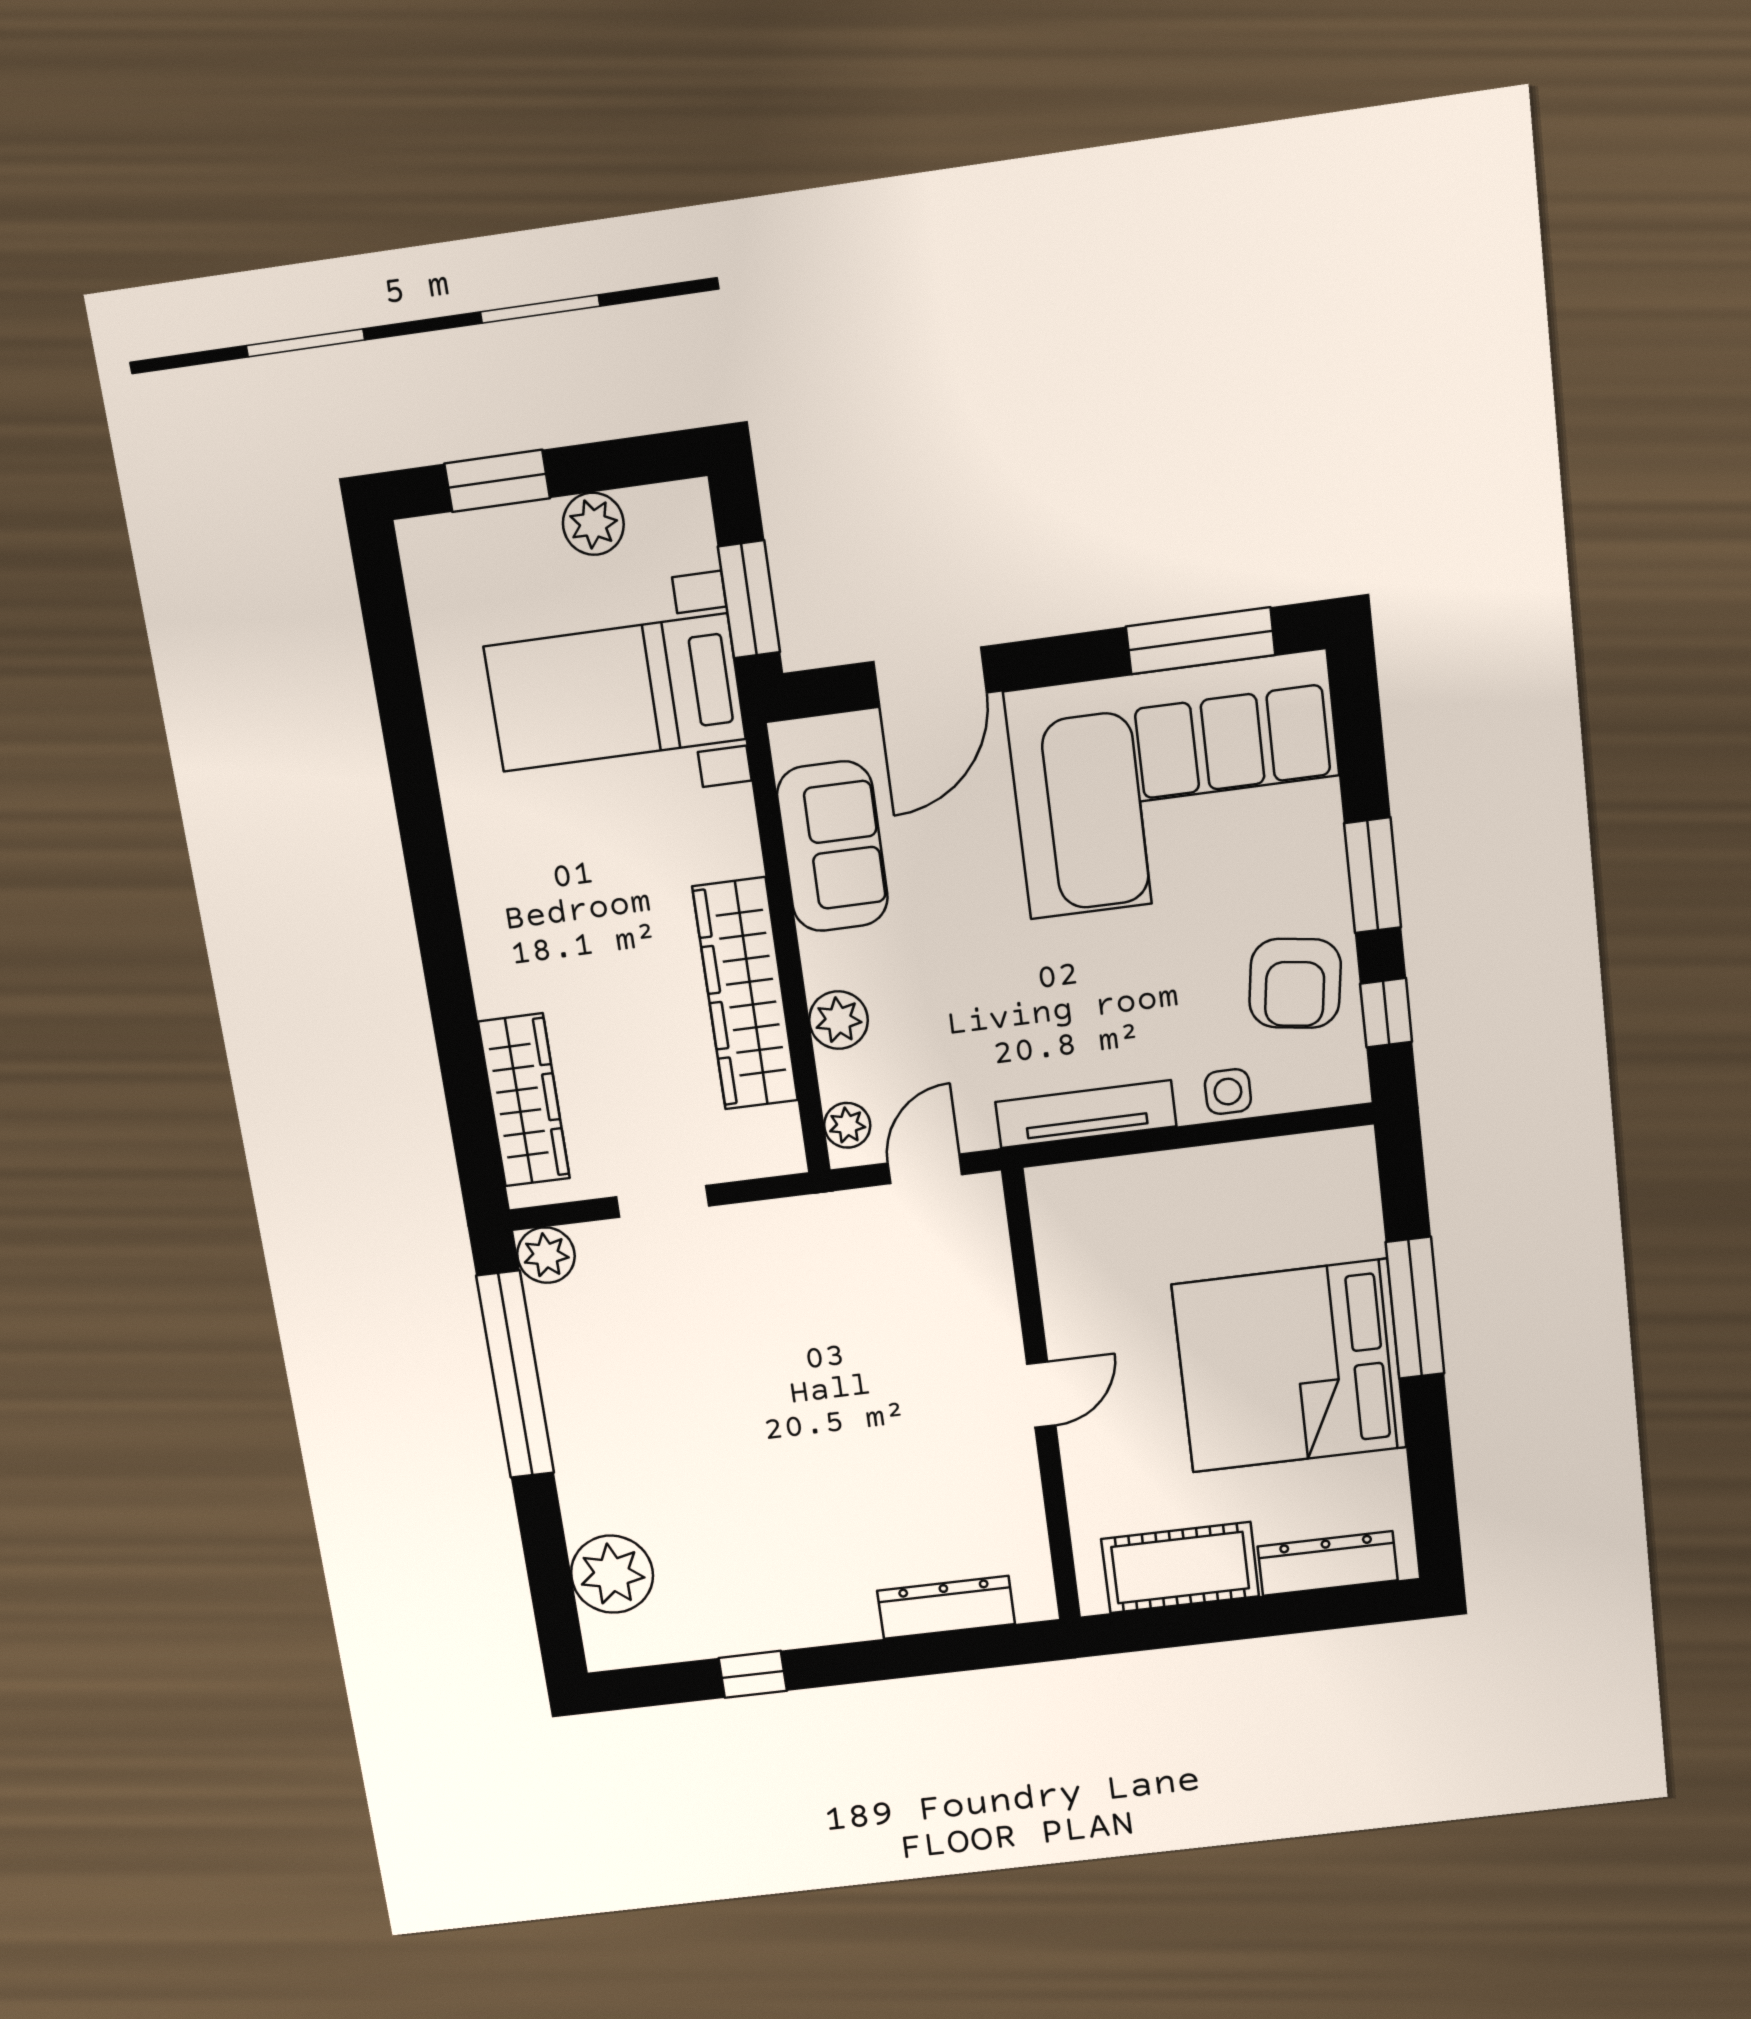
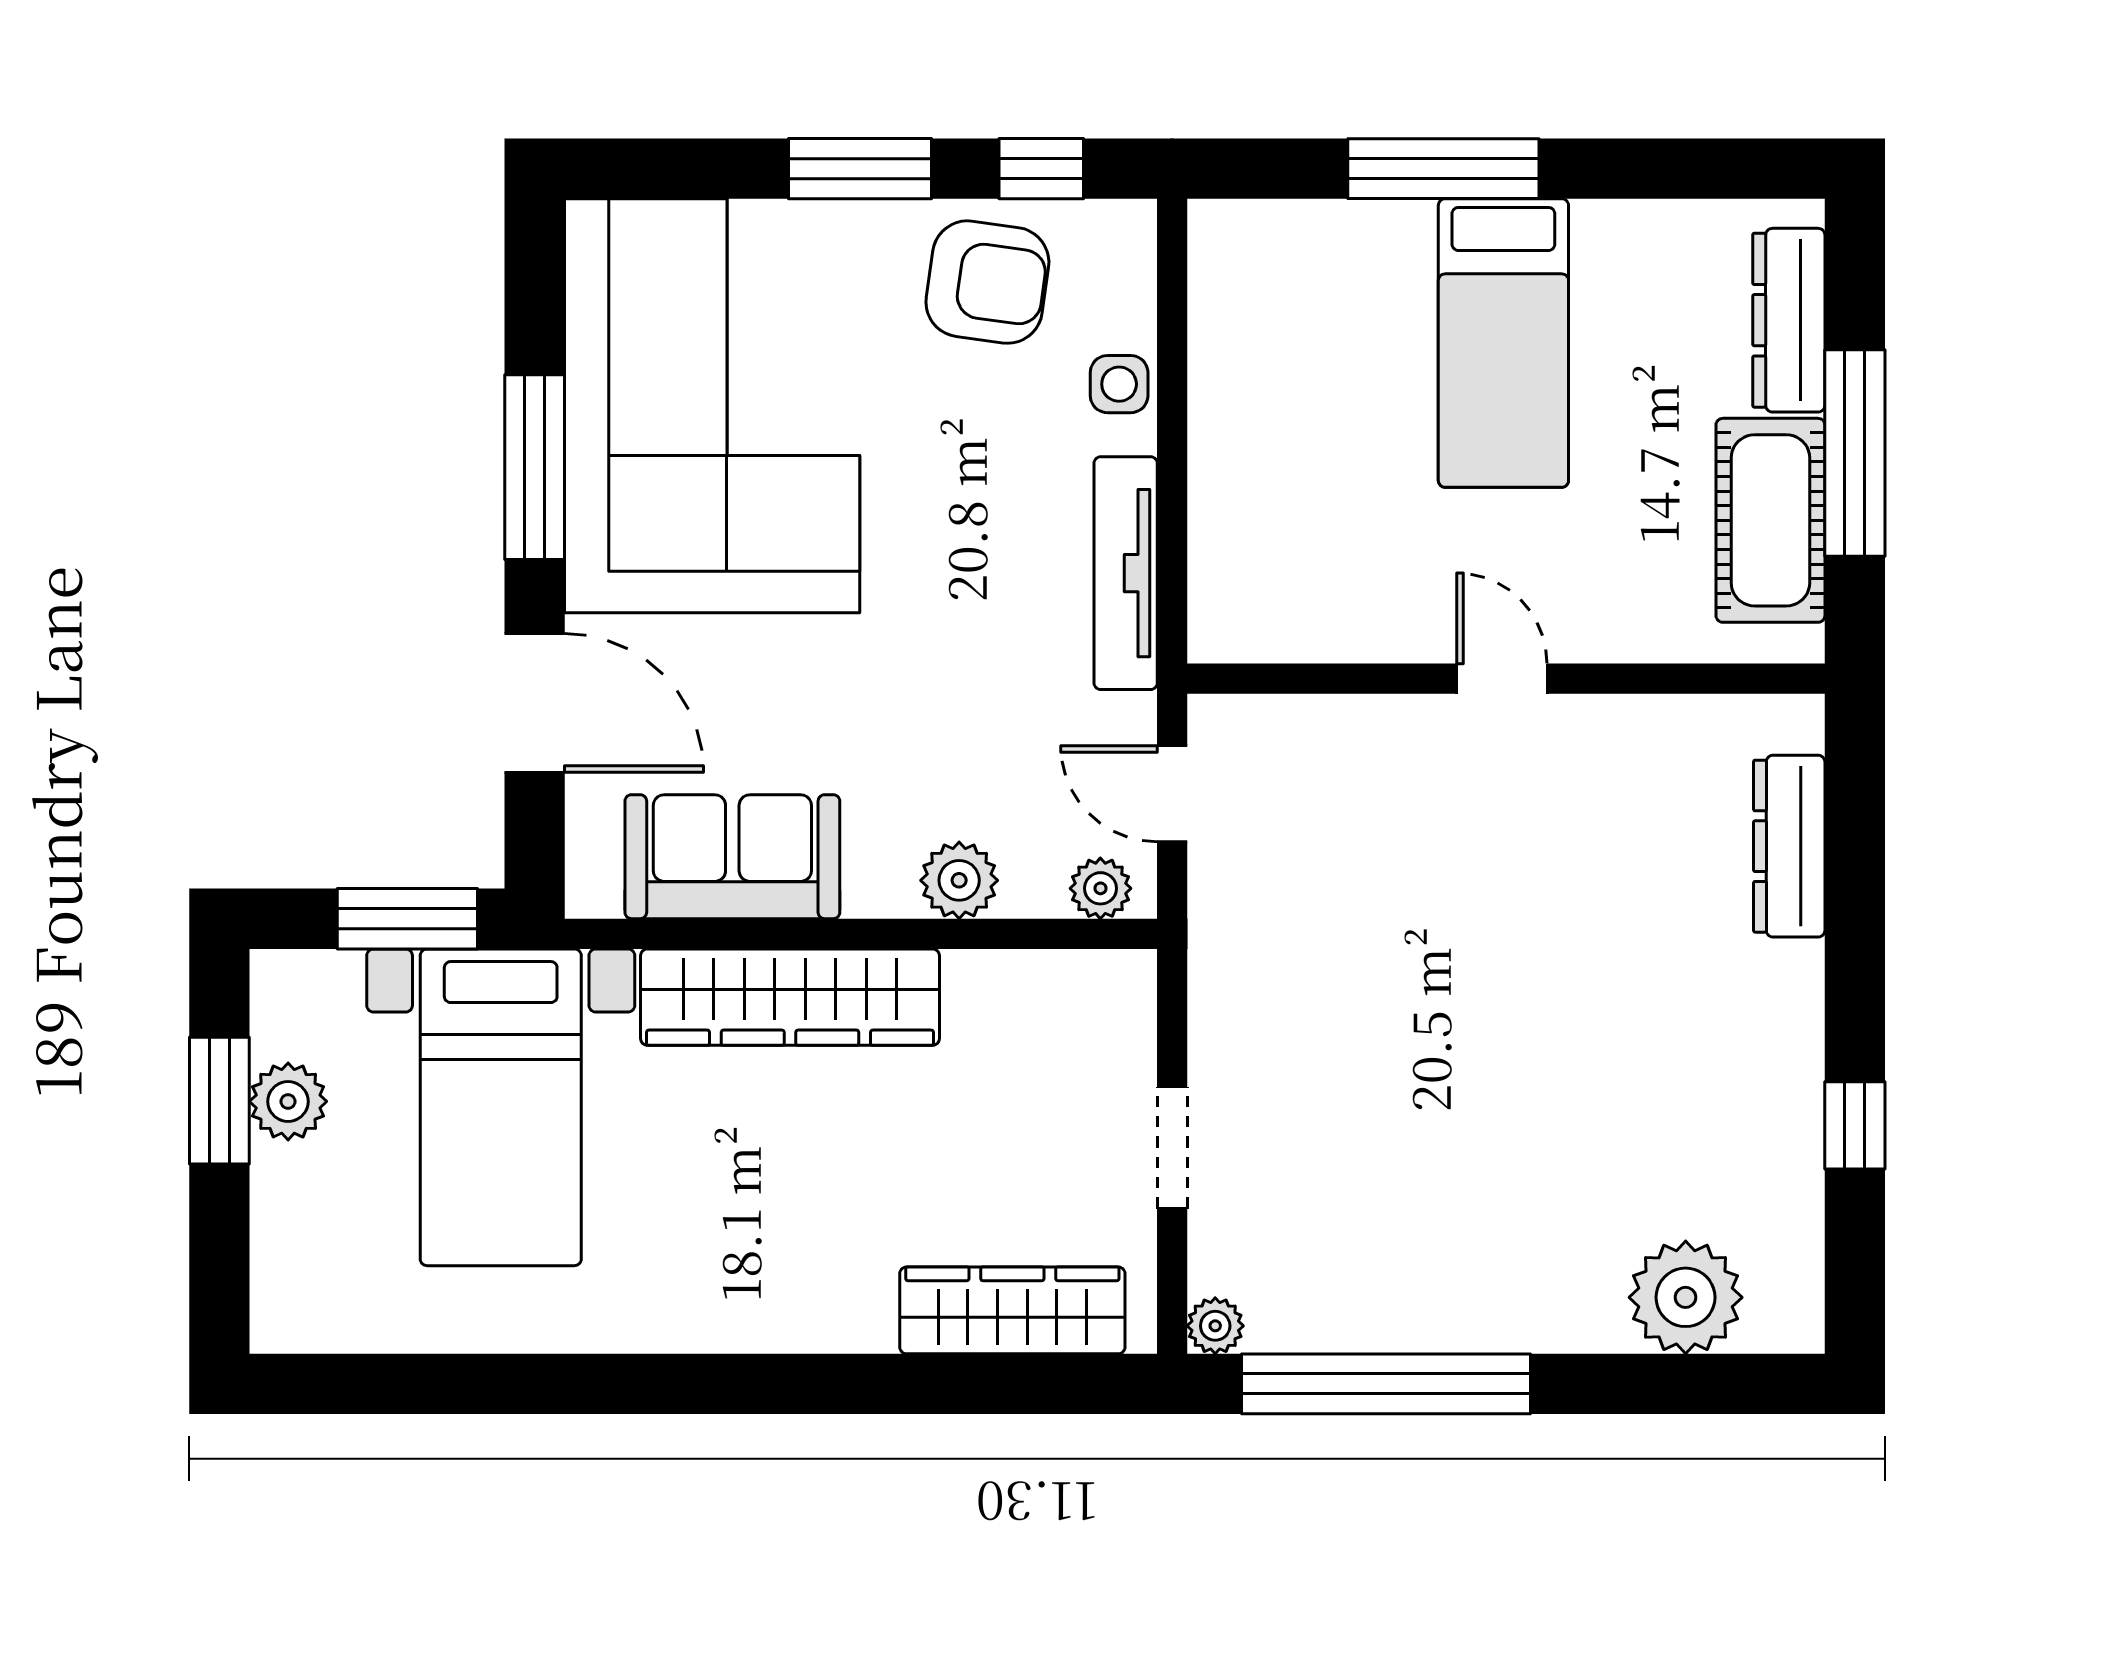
window: (497, 481) -> (219, 1101), moved
window: (1201, 641) -> (535, 467), moved
wardrobe: (745, 994) -> (790, 997), moved
plant: (546, 1255) -> (1215, 1326), width x0.73, depth x0.73
bed: (1289, 1366) -> (1503, 343), width x0.49
window: (1236, 1620) -> (1855, 453), added

